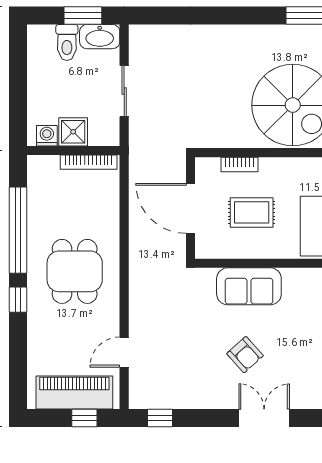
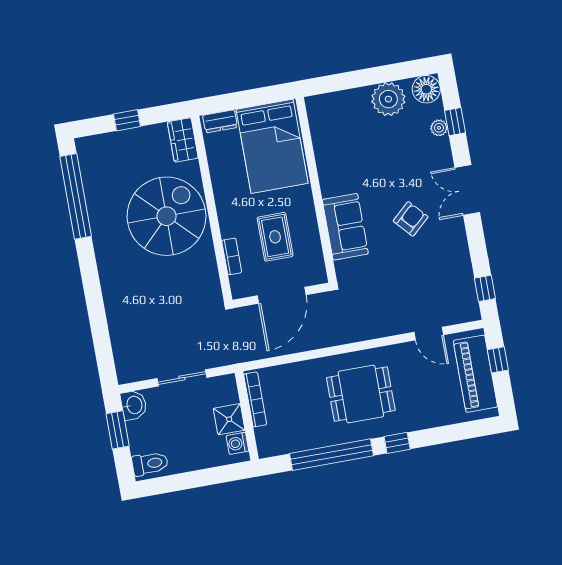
washbasin: (100, 37) -> (134, 405), width x0.72
toilet: (67, 42) -> (150, 464), moved

